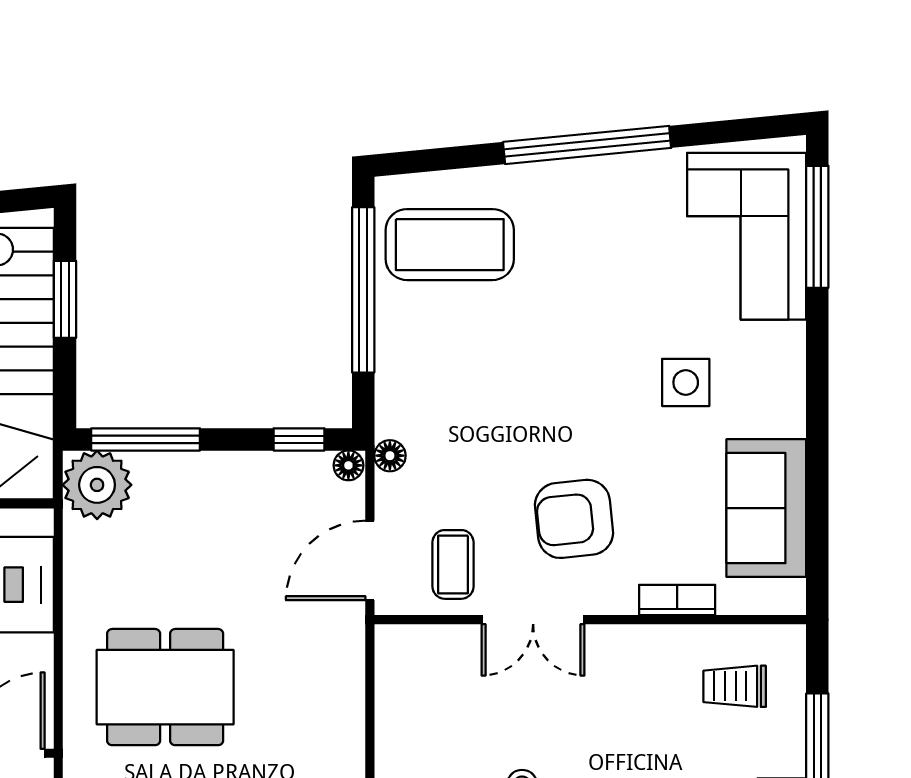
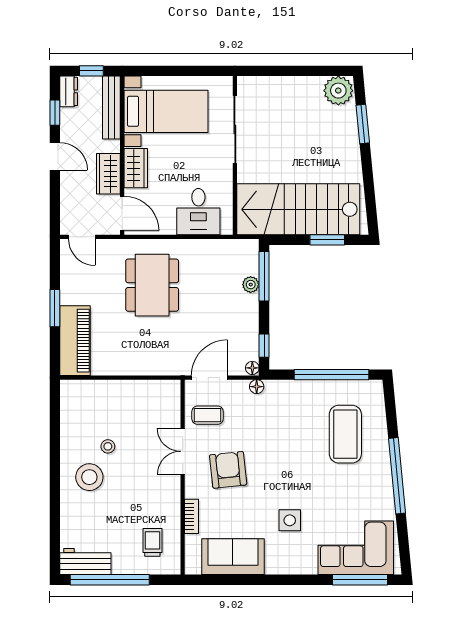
coffee table: (450, 245) -> (345, 434), moved
plant: (97, 485) -> (251, 285), moved, width x0.53, depth x0.53
door: (370, 560) -> (209, 378), hinge flipped

